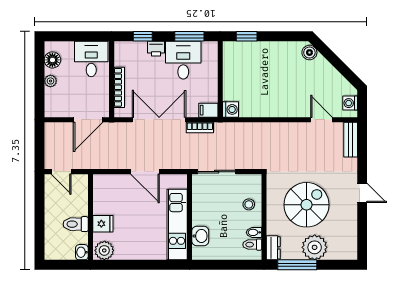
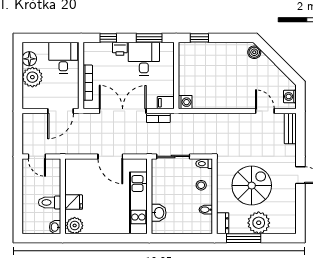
plant: (50, 81) -> (32, 77), width x1.87, depth x1.87
toilet: (252, 245) -> (204, 164), moved

